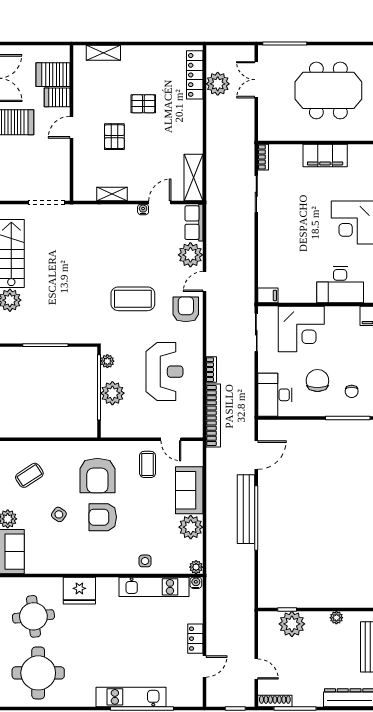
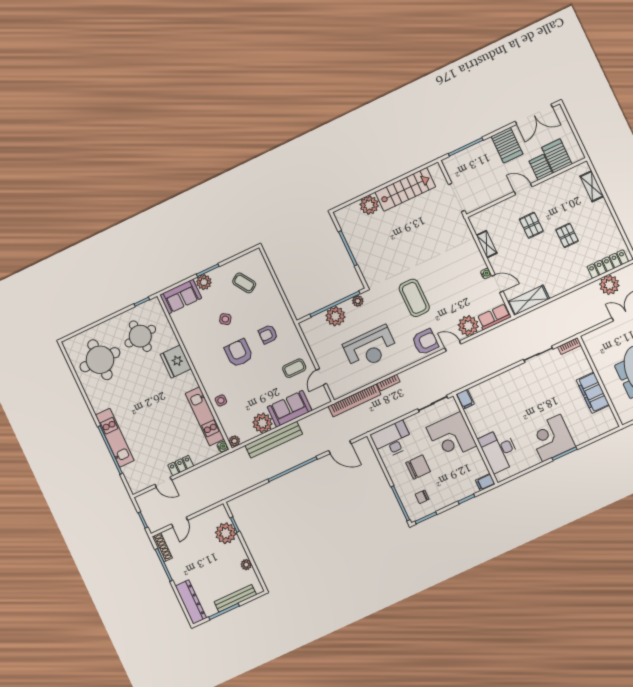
pallet: (114, 137) -> (531, 225), turned 90
armchair: (97, 476) -> (268, 334), width x0.53, depth x0.53
bench: (246, 509) -> (274, 440), moved

